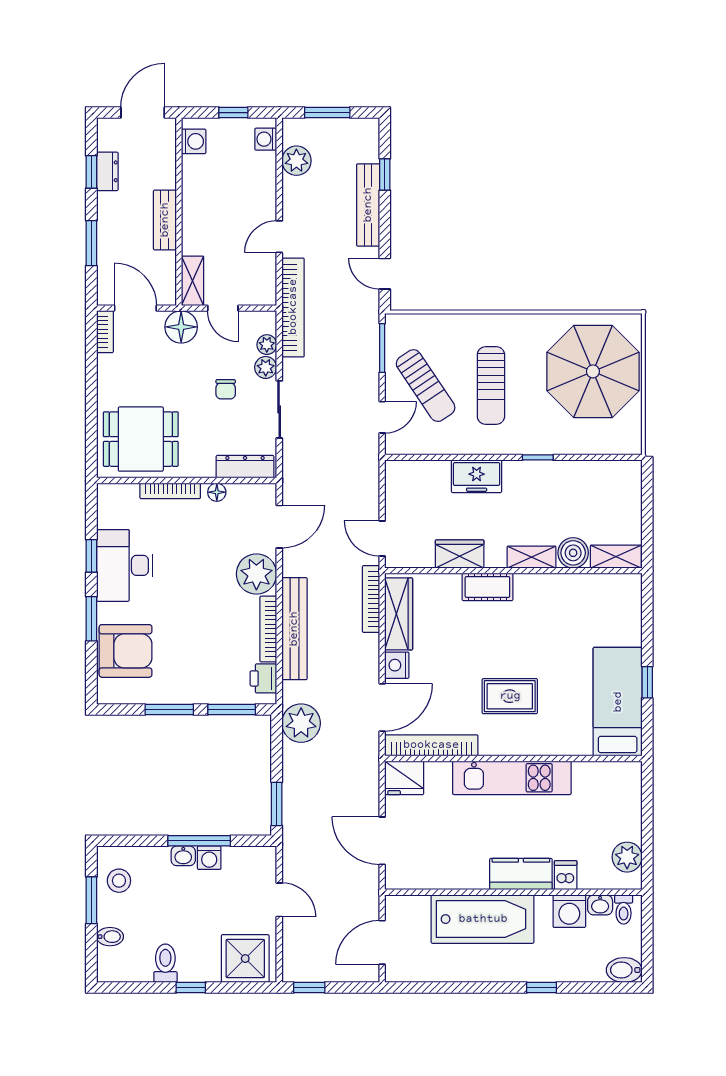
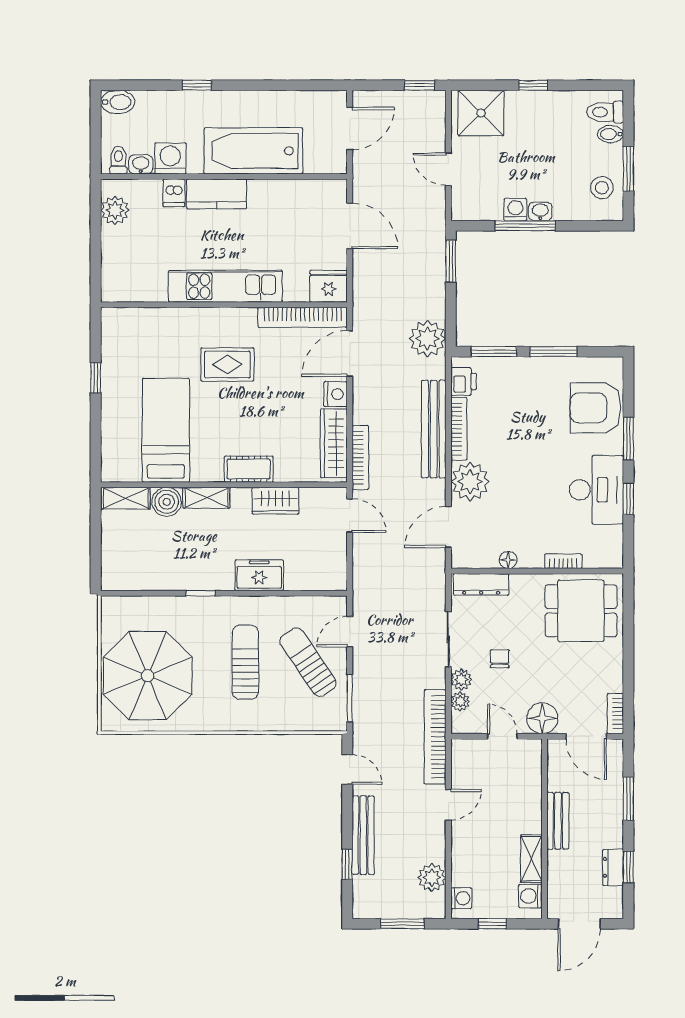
shelving: (193, 281) -> (531, 859), moved
bookcase: (170, 491) -> (563, 561), width x0.64
bed: (618, 702) -> (166, 430), moved, turned 180
toilet: (165, 963) -> (605, 112), moved, turned 90

